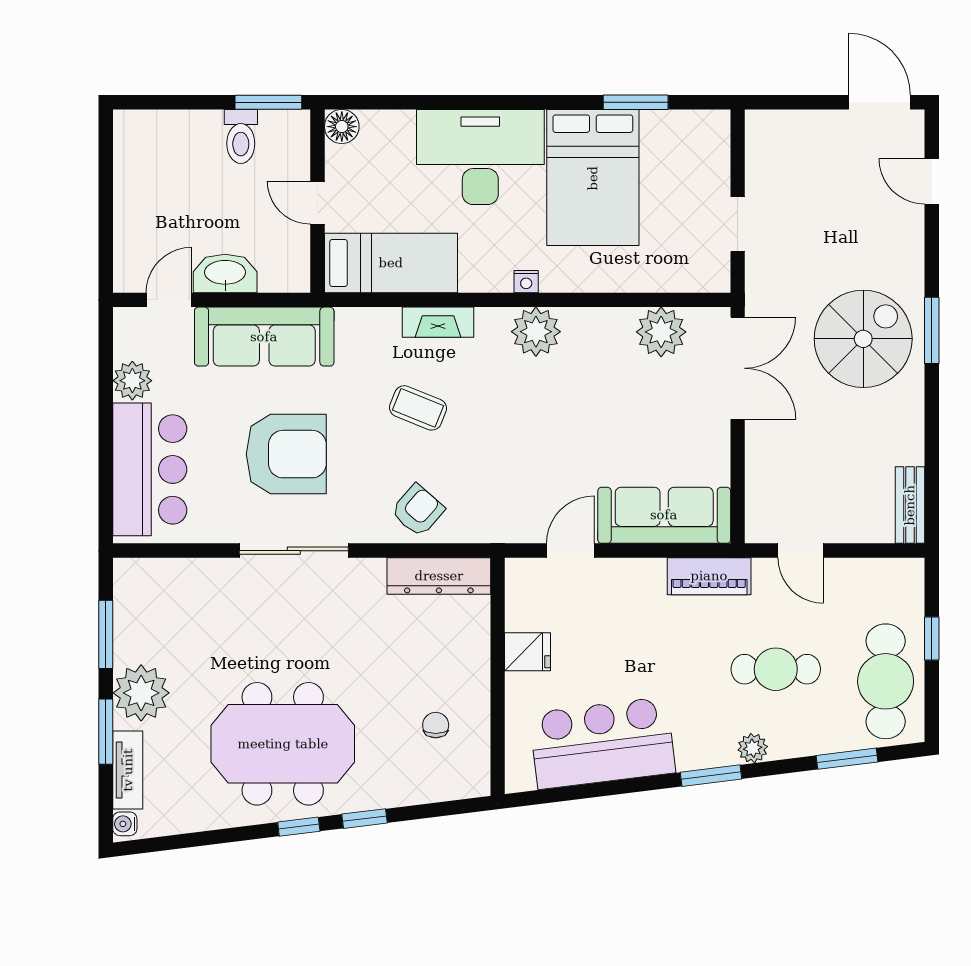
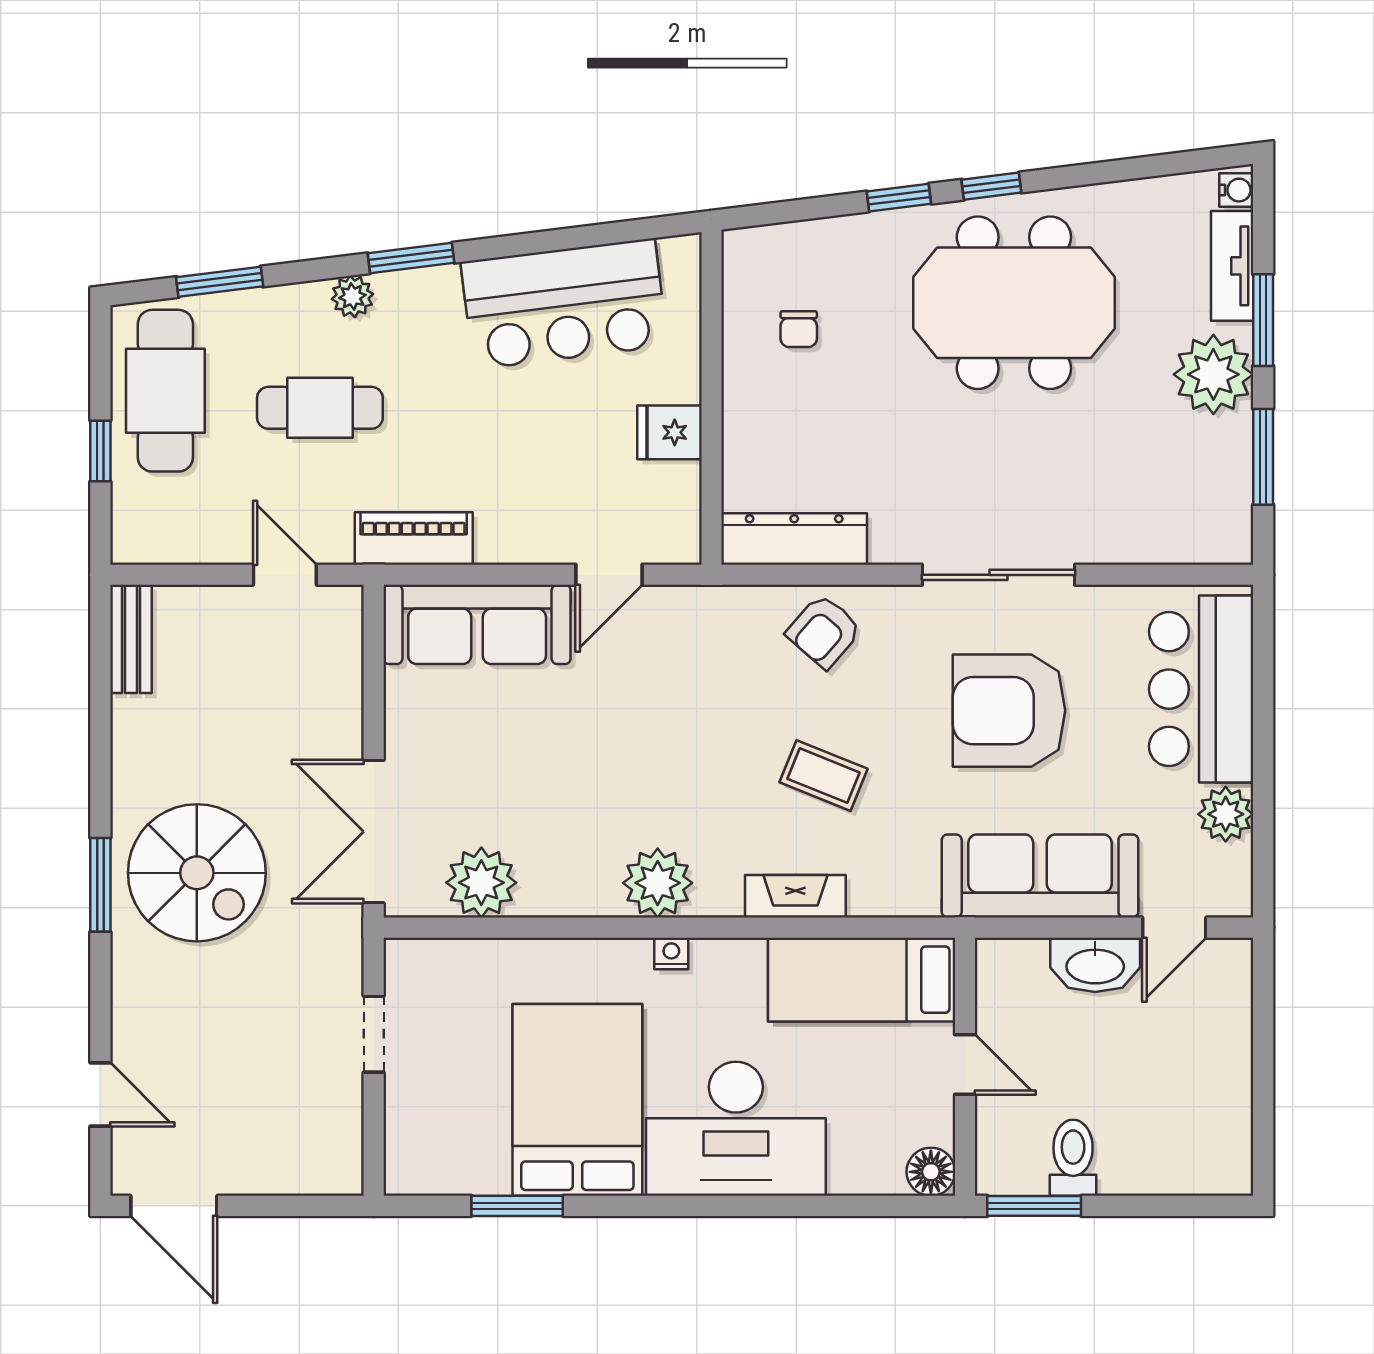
spiral stairs: (863, 339) -> (197, 873), turned -90

